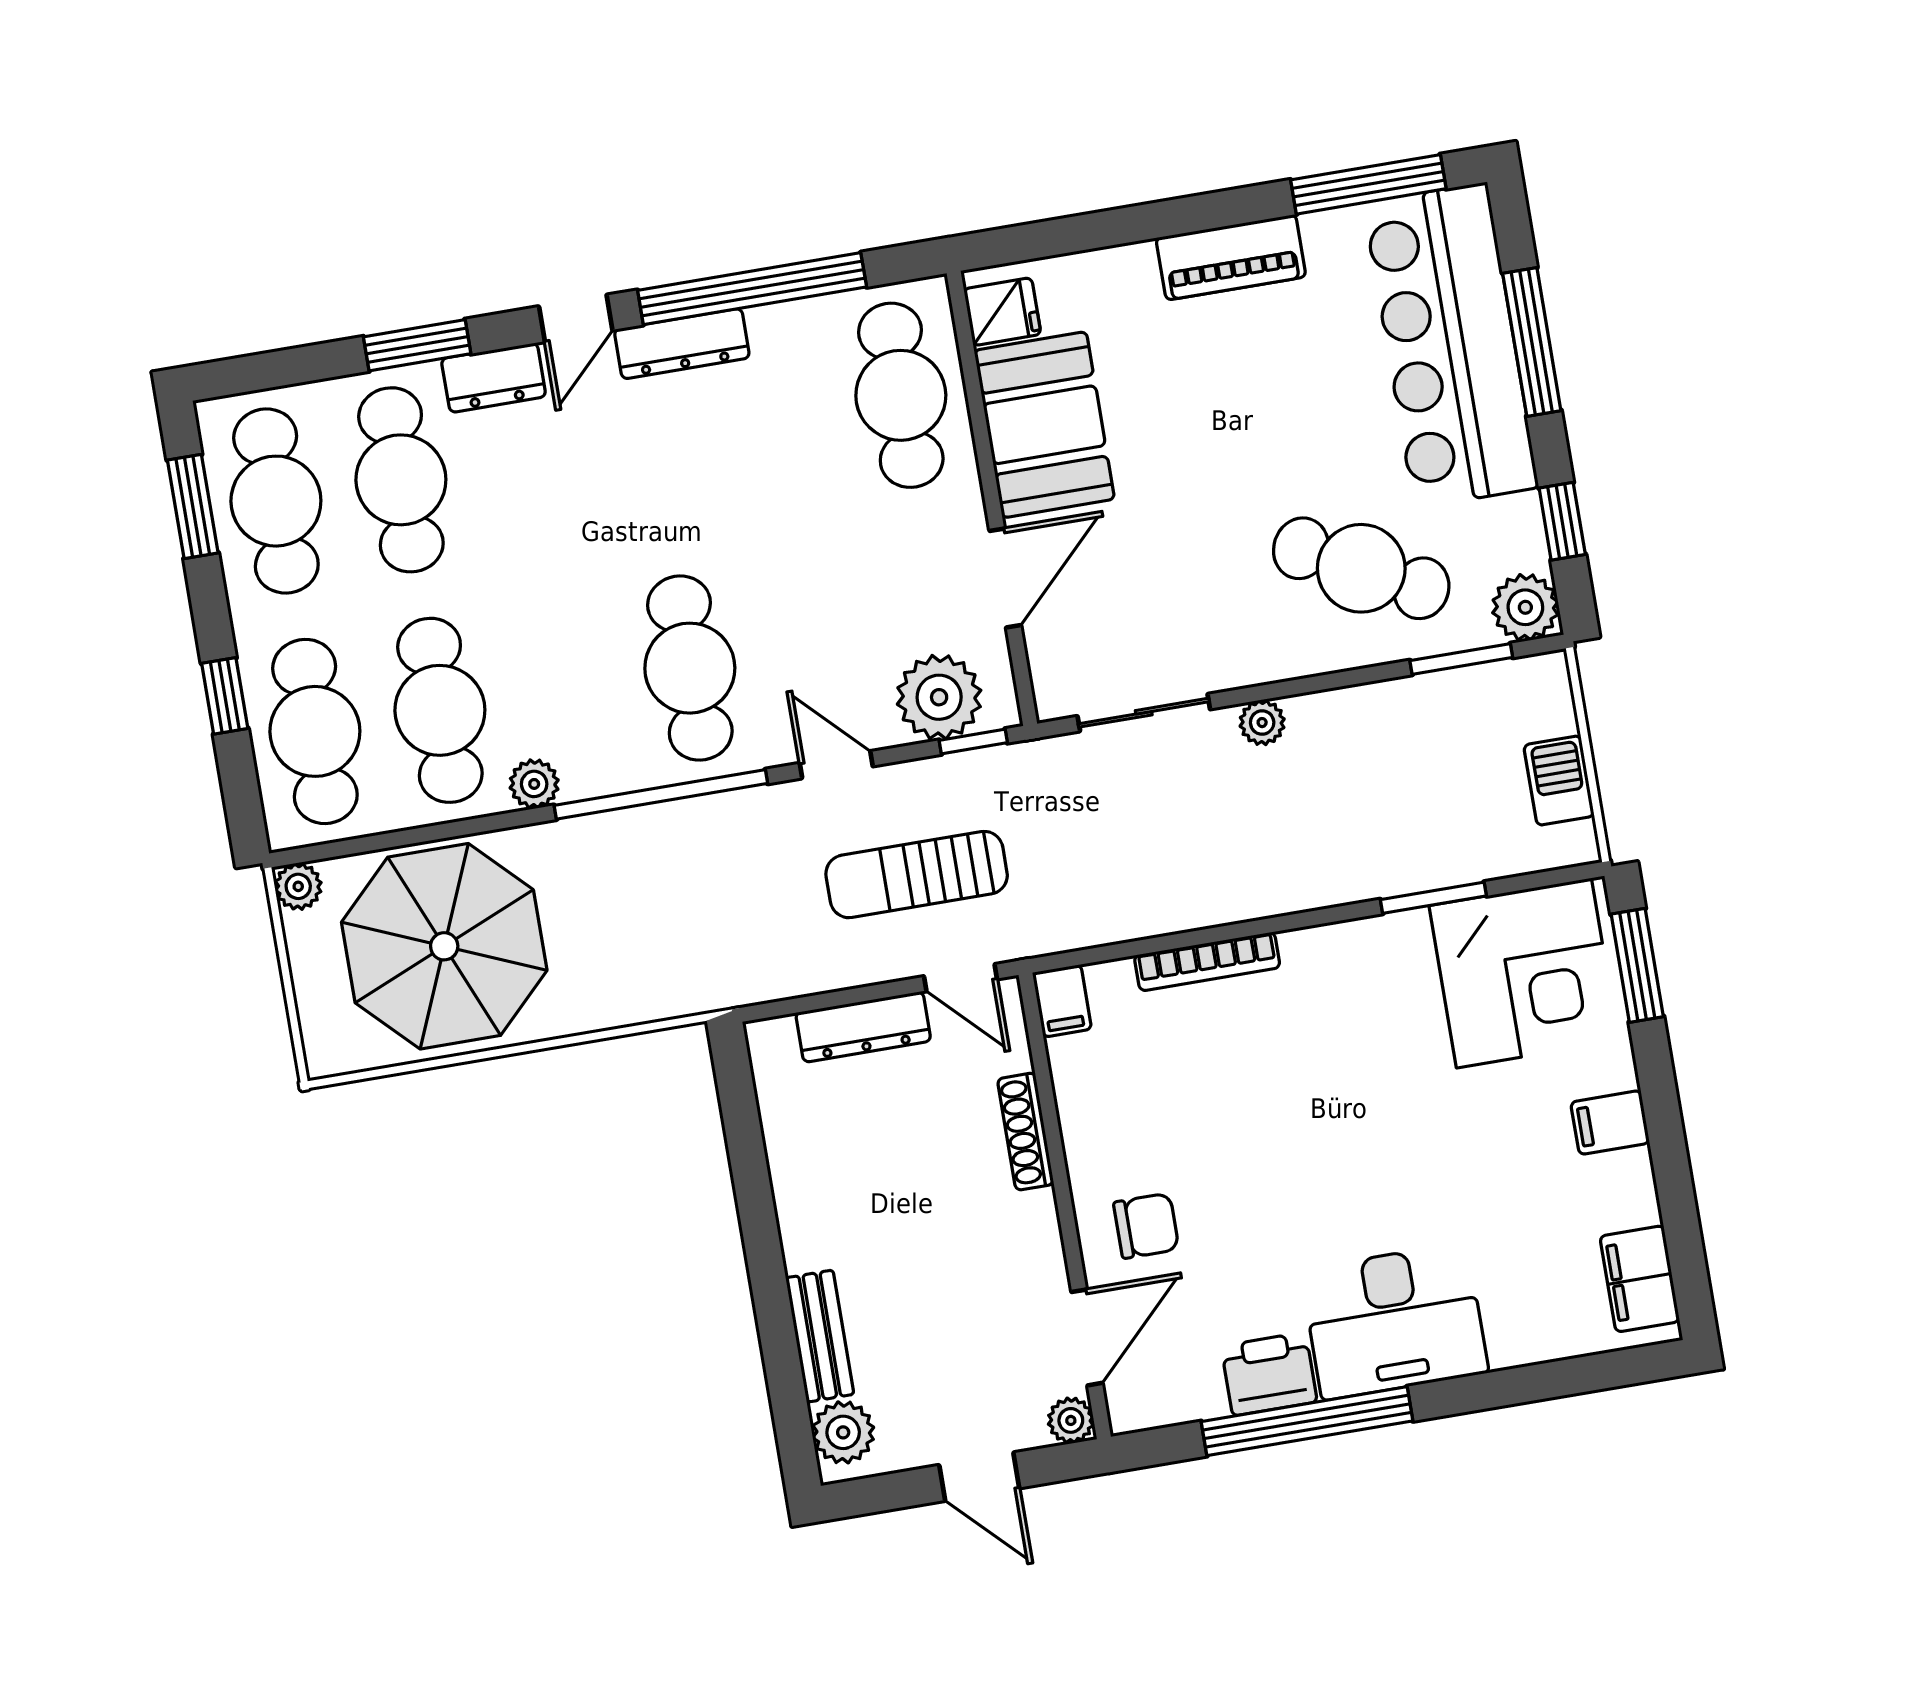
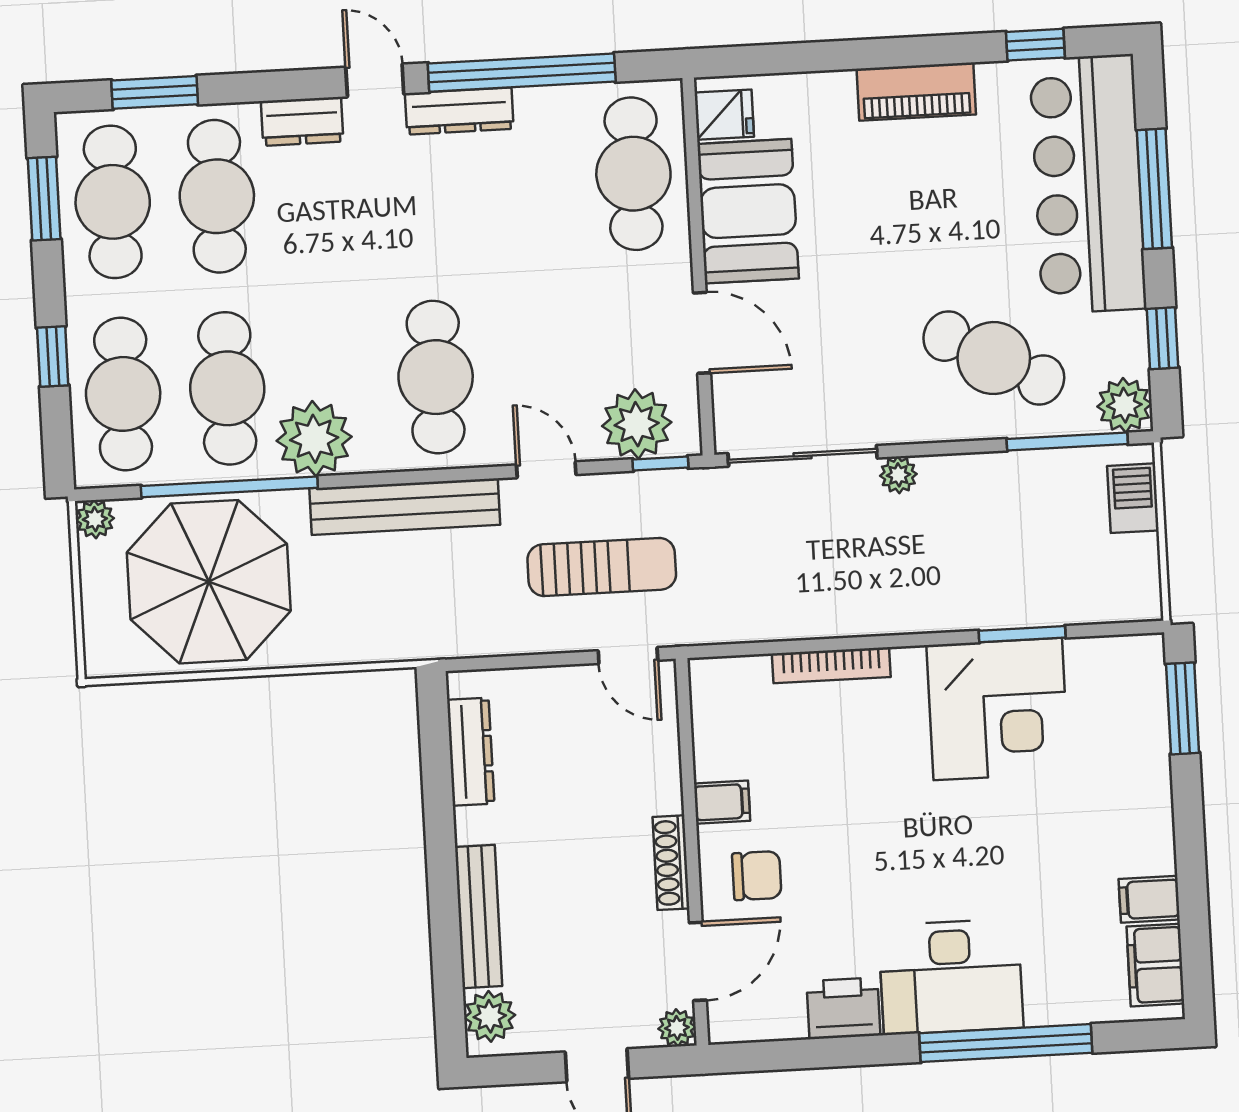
window: (1368, 184) -> (1035, 45), width x0.46
door: (576, 318) -> (375, 80), swing flipped
window: (417, 345) -> (155, 92), moved
door: (1005, 578) -> (702, 333), hinge flipped
window: (1461, 659) -> (1067, 441), width x1.44
sliding door: (1144, 713) -> (803, 456), width x1.37
barbecue: (1559, 781) -> (1133, 498), moved
plant: (534, 784) -> (314, 439), width x1.87, depth x1.87
window: (661, 794) -> (229, 487), moved
bench: (671, 829) -> (405, 507), added
sun lounger: (917, 875) -> (602, 567), turned 180
corner desk: (1524, 973) -> (998, 709), moved
filing cabinet: (1062, 1001) -> (722, 802), moved, turned -90
dresser: (863, 1027) -> (471, 752), moved, turned -90
filing cabinet: (1610, 1123) -> (1149, 899), moved
shoe rack: (1026, 1132) -> (671, 863), moved
bench: (820, 1336) -> (479, 917), width x1.36
window: (1307, 1421) -> (1006, 1043), moved

